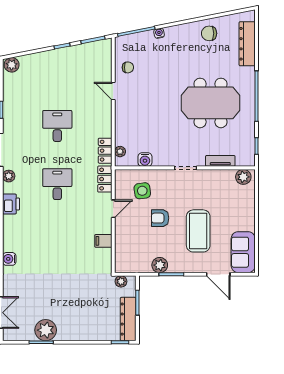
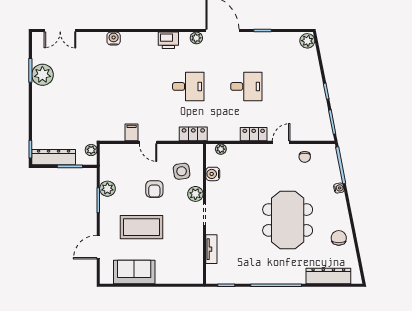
meeting table: (211, 103) -> (288, 220), moved
locker: (105, 151) -> (254, 134), moved
plant: (243, 177) -> (195, 194), moved
door: (113, 209) -> (148, 142), moved
armchair: (160, 218) -> (154, 189), turned 180
sofa: (243, 252) -> (134, 272), moved

